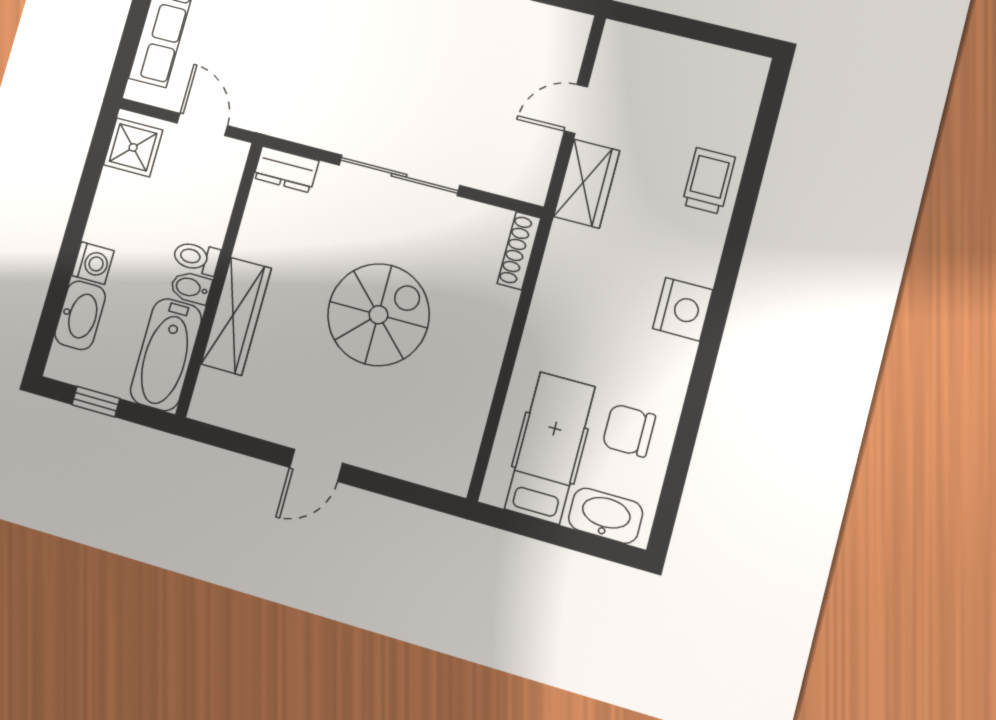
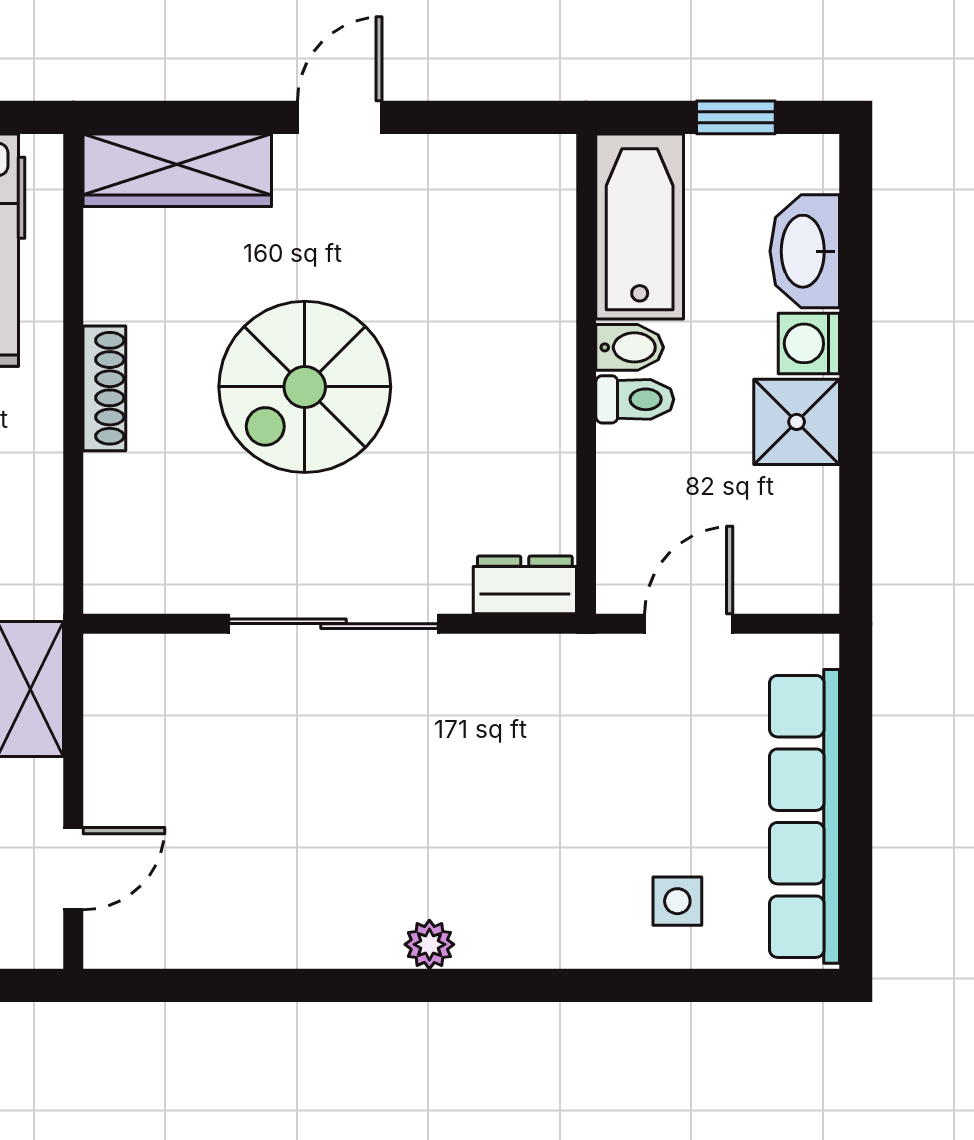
door: (576, 109) -> (73, 869), moved
door: (202, 124) -> (689, 624), swing flipped
shower: (133, 147) -> (797, 422), moved
shoe rack: (519, 251) -> (104, 388), moved
wardrobe: (236, 316) -> (177, 170), moved, turned -90

